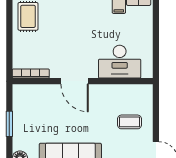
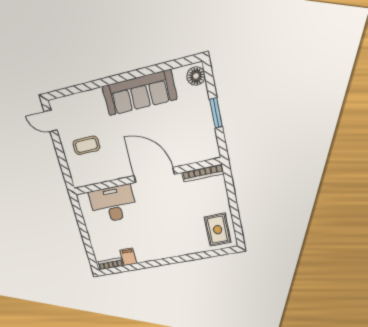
door: (75, 81) -> (154, 175), width x1.36

